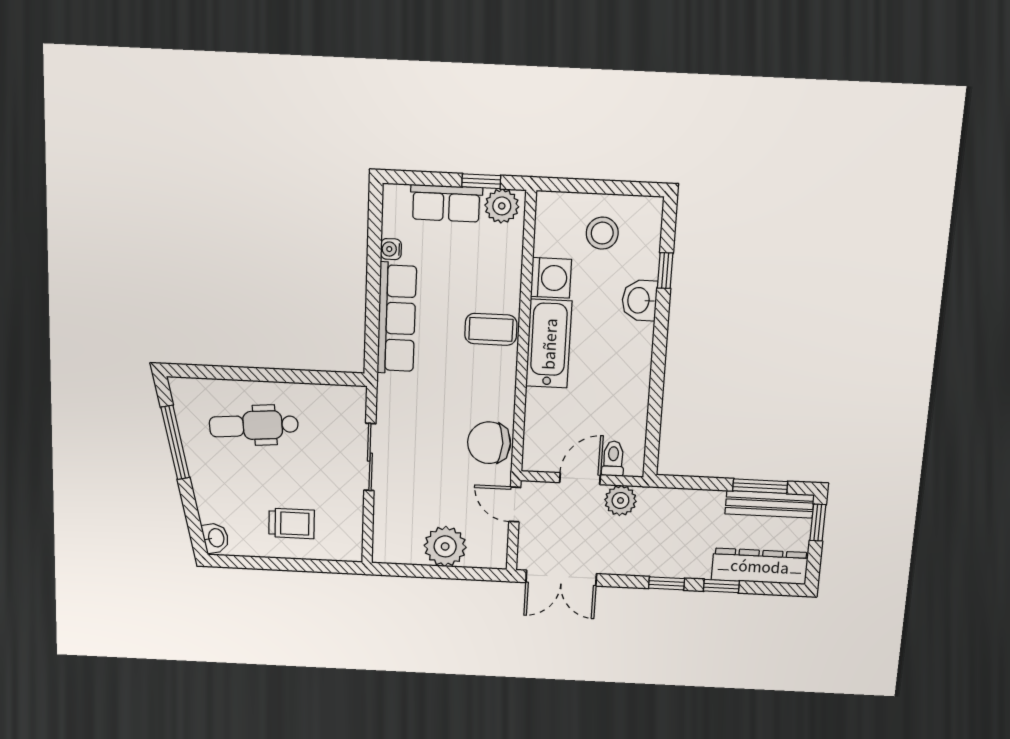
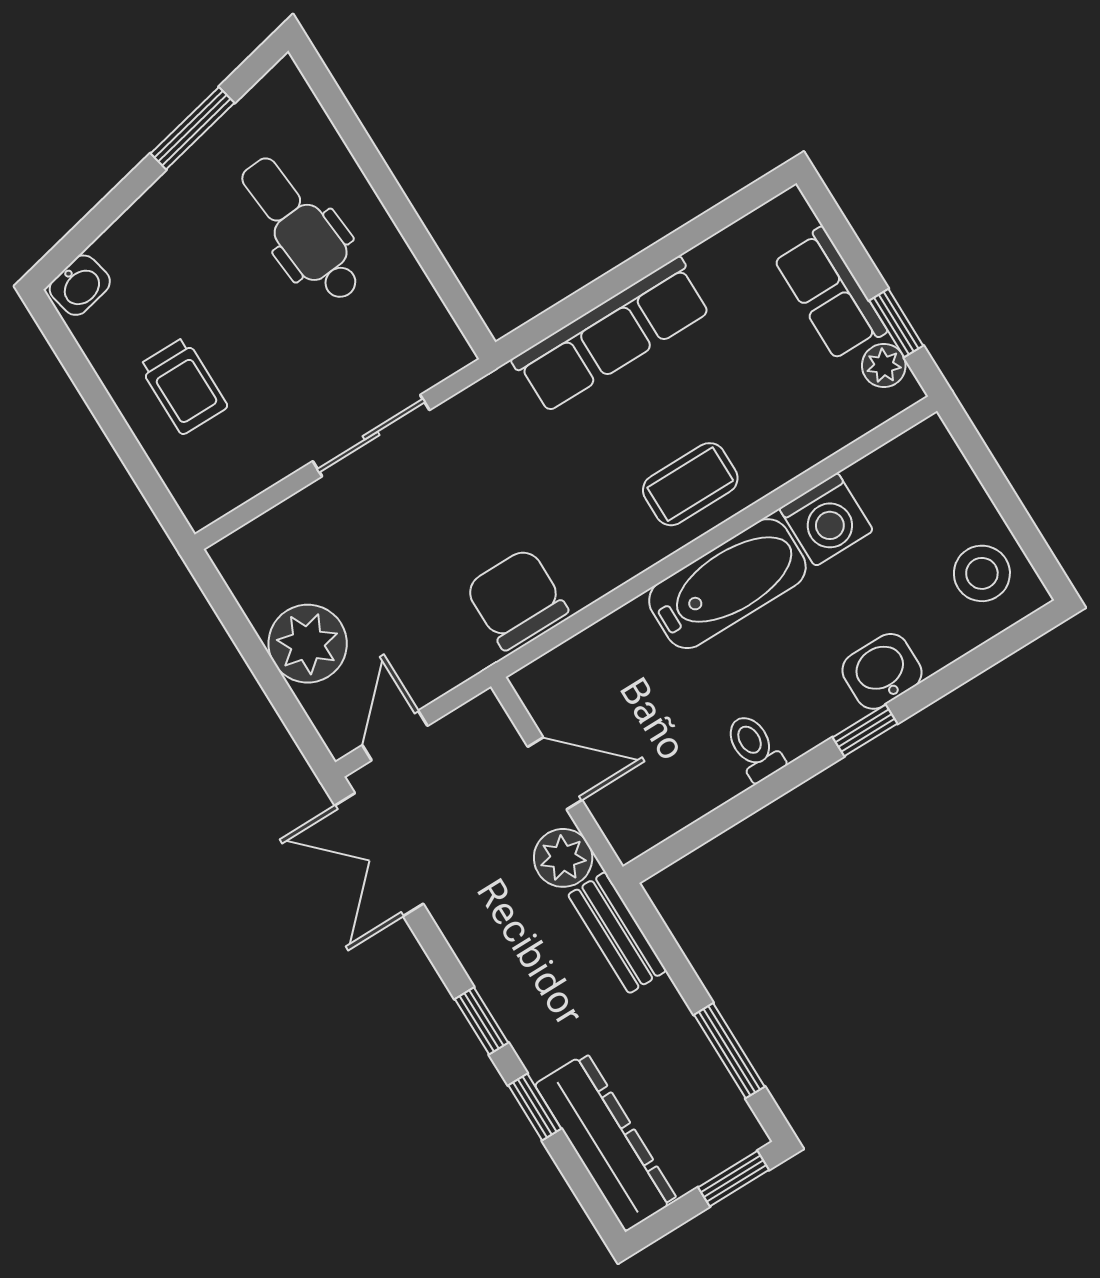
plant: (502, 206) -> (884, 366), width x0.73, depth x0.73
stool: (602, 233) -> (982, 573), moved
water cooler: (391, 249) -> (709, 258), removed
window: (665, 271) -> (865, 730), moved
coffee table: (491, 329) -> (690, 484), turned 90
window: (175, 442) -> (192, 128), width x0.69
toilet: (613, 459) -> (754, 747), moved, turned -90
door: (515, 504) -> (395, 736), moved
bench: (770, 504) -> (617, 933), moved, width x0.73

